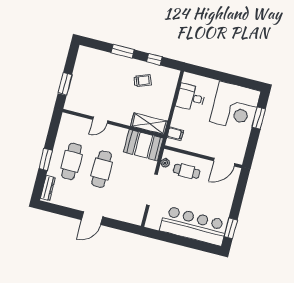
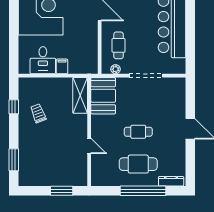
window: (123, 51) -> (14, 160), moved
filing cabinet: (175, 134) -> (62, 66), moved
window: (46, 159) -> (143, 191), width x2.11
cafe table: (102, 169) -> (138, 132), width x0.73, depth x0.74

